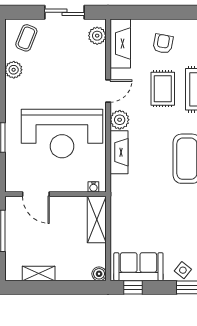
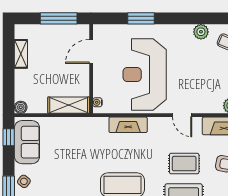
plant: (120, 120) -> (157, 125), removed

